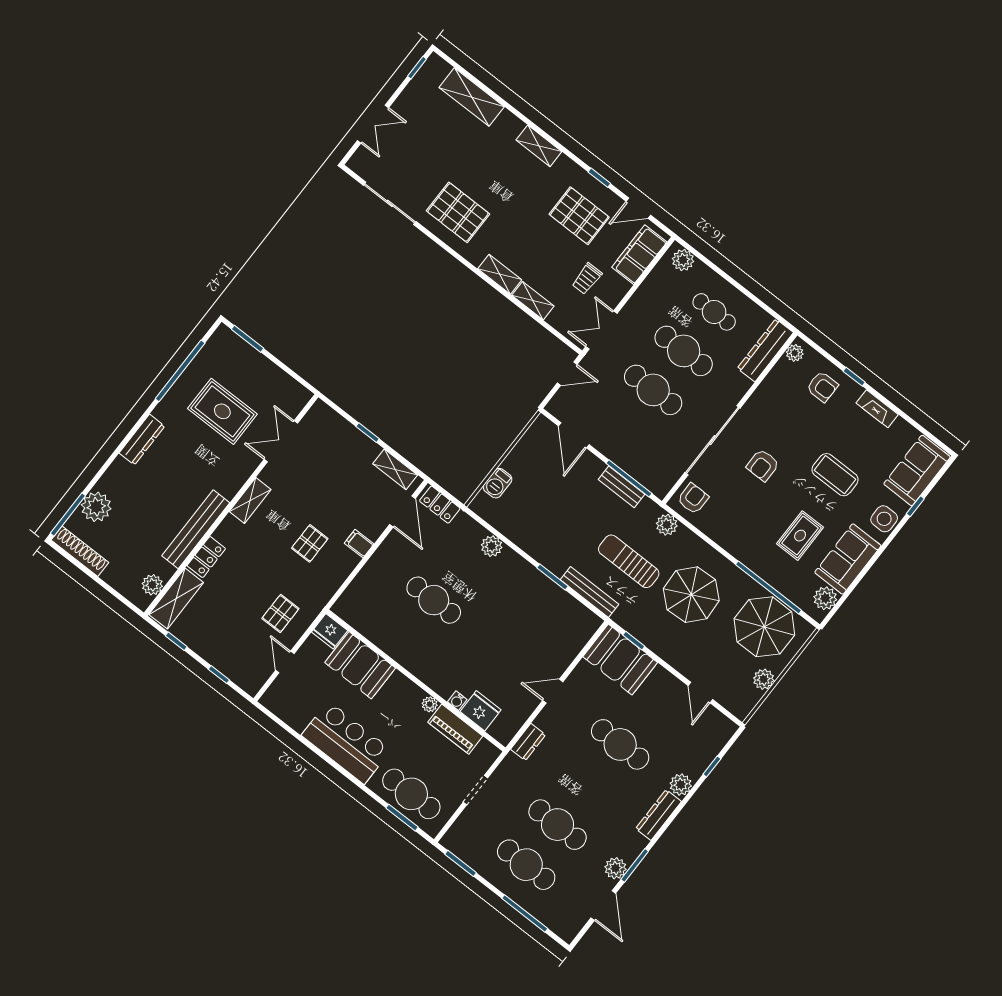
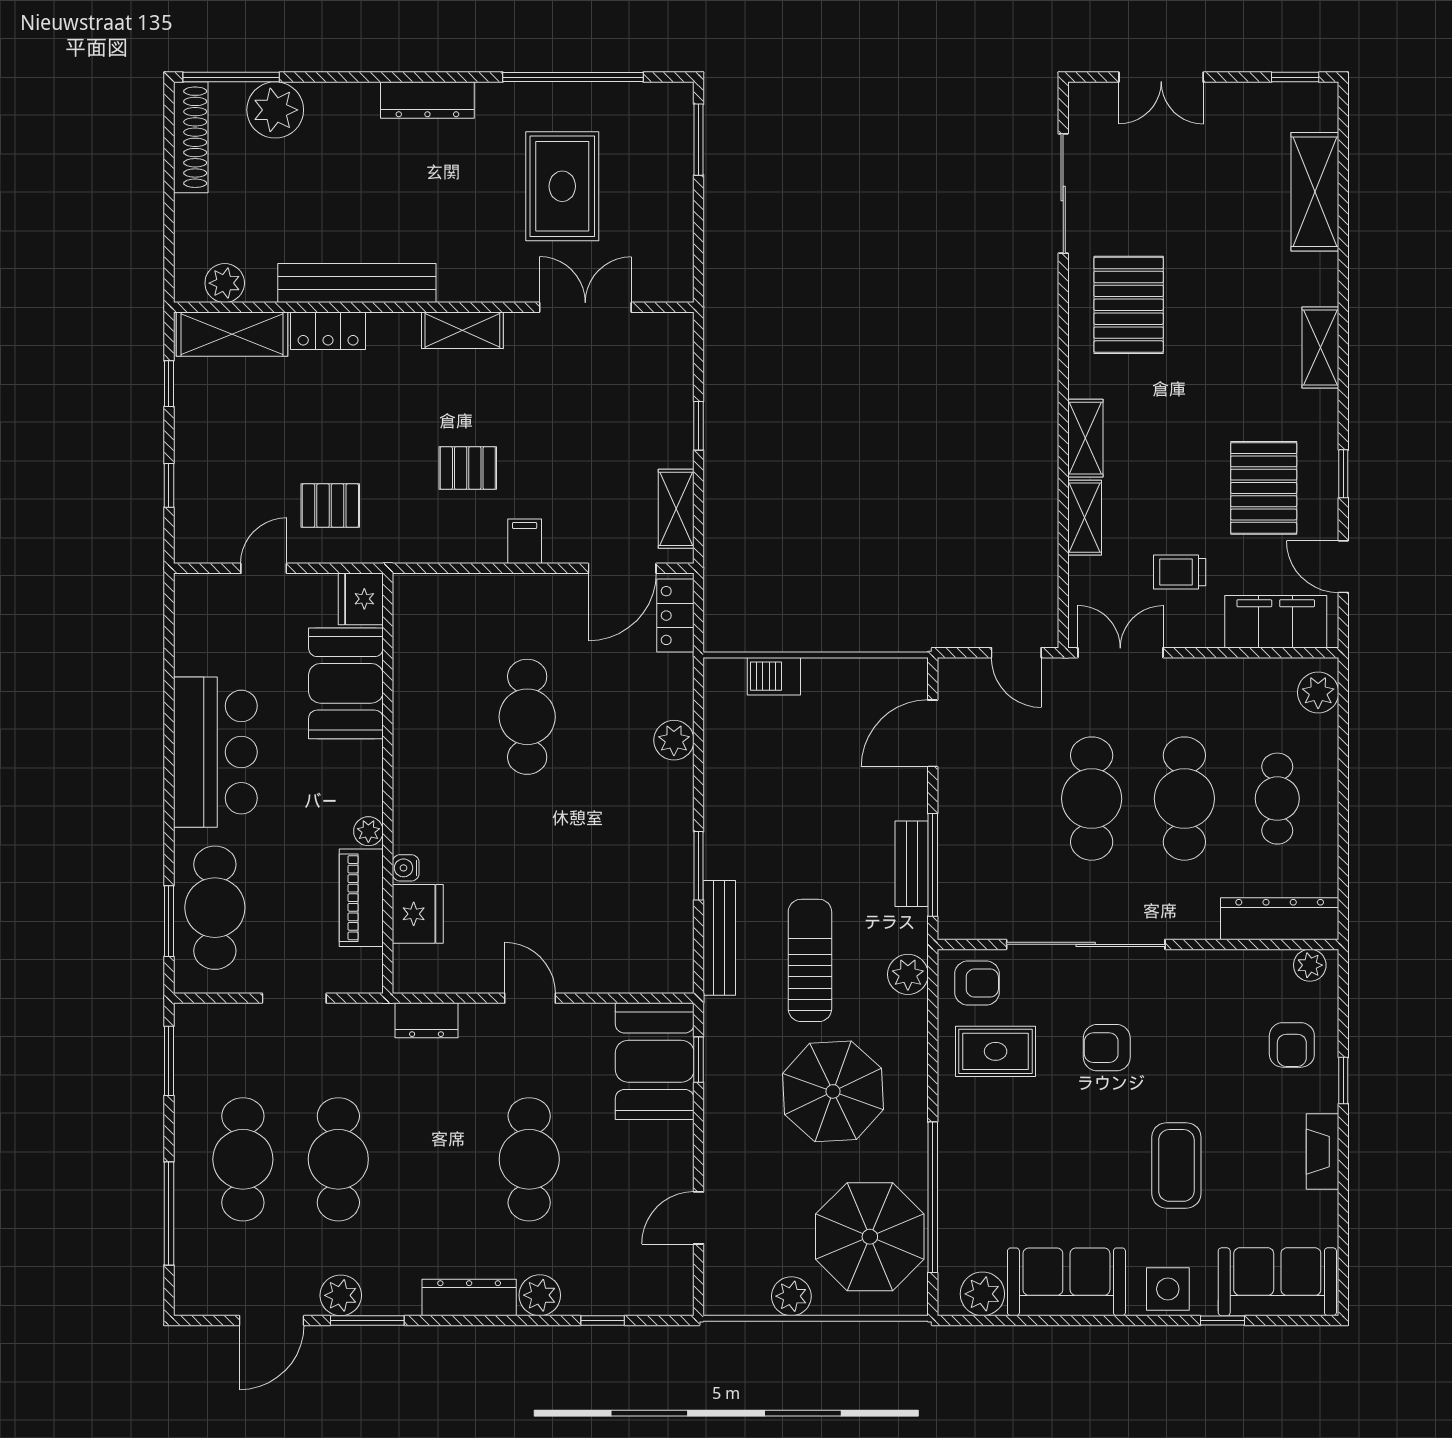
rug: (800, 536) -> (996, 1051), moved

